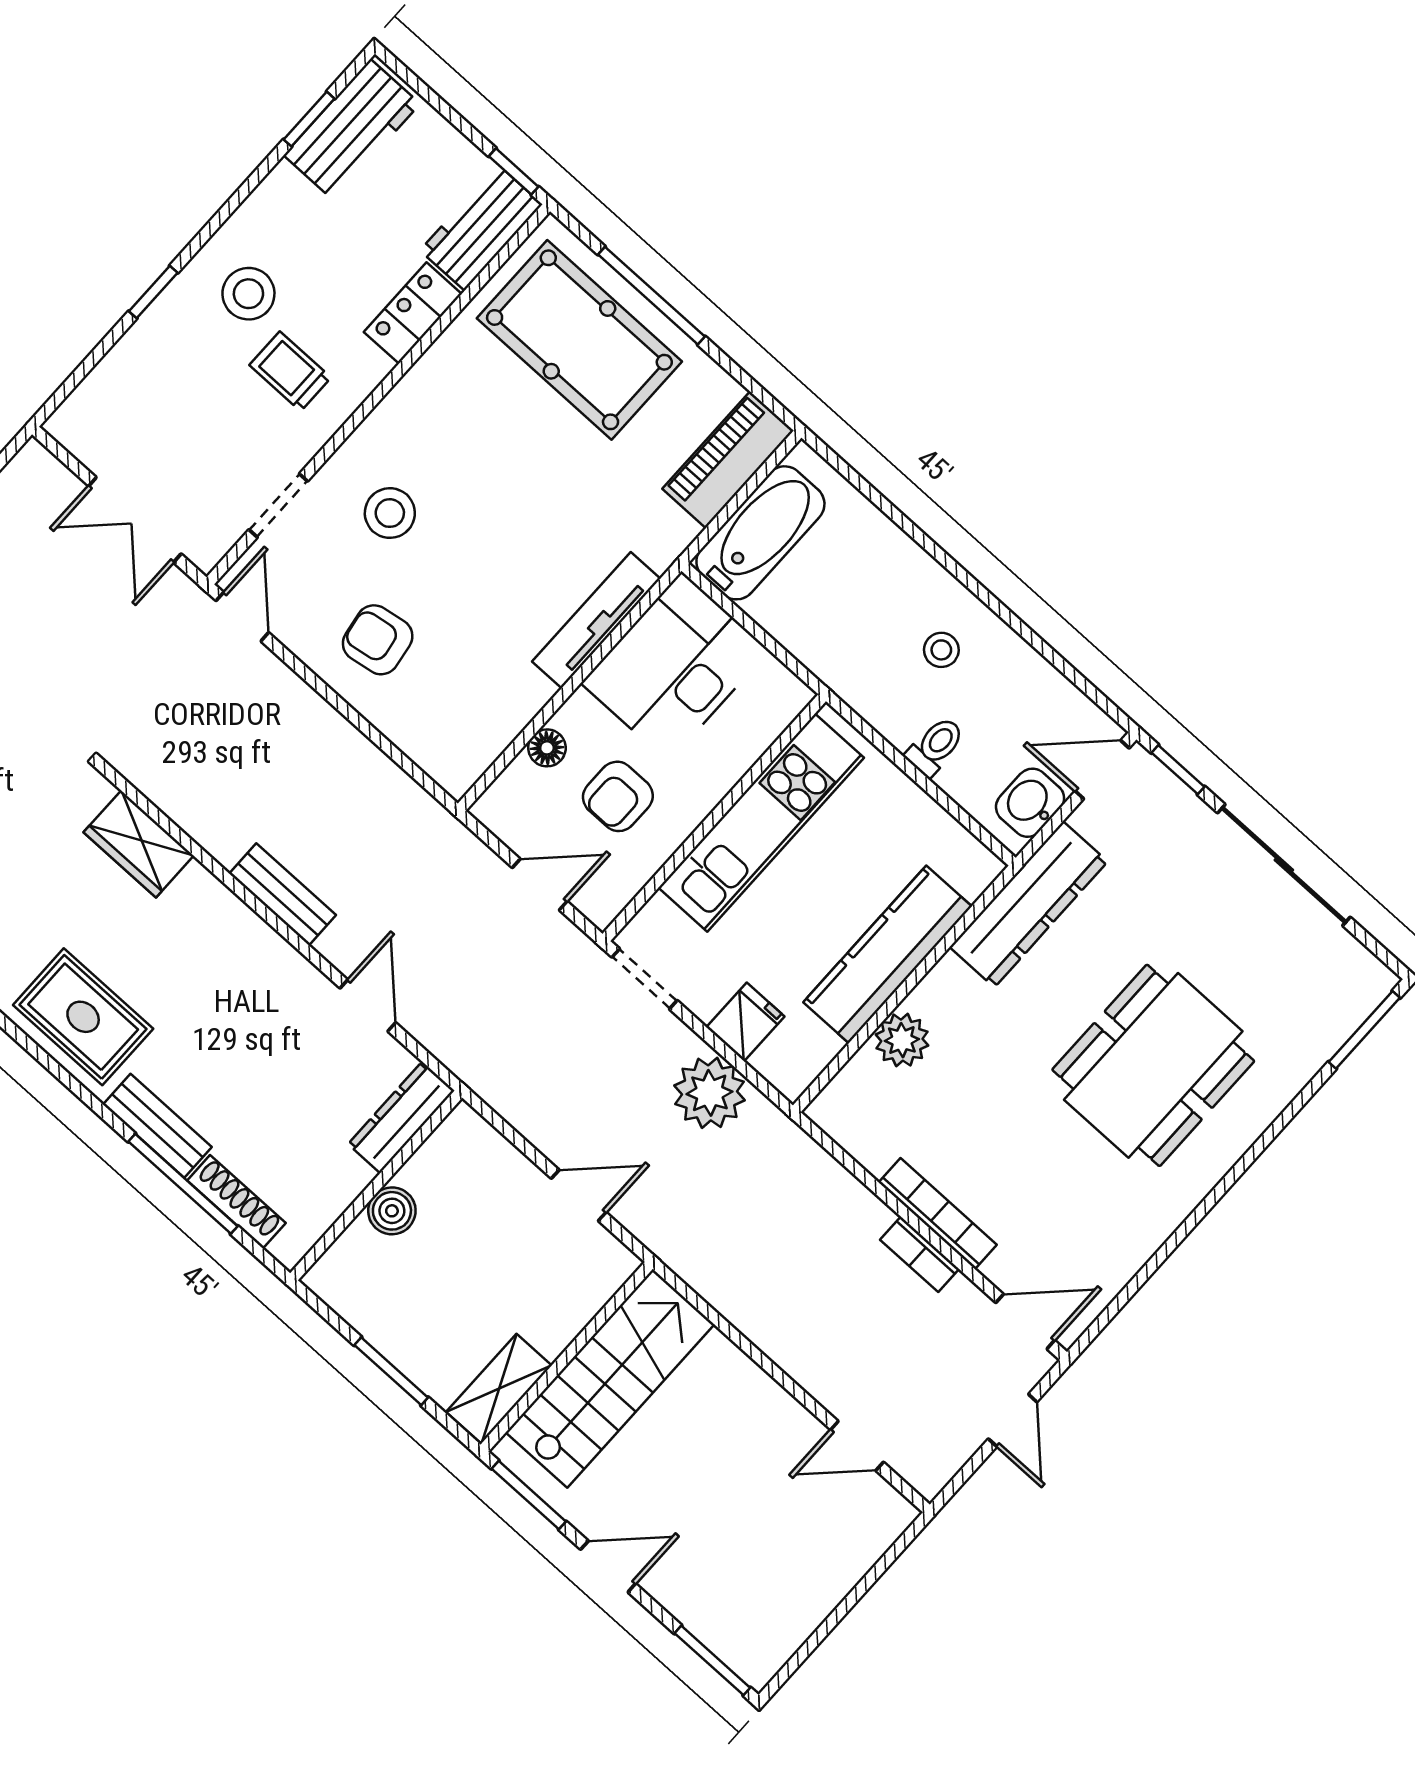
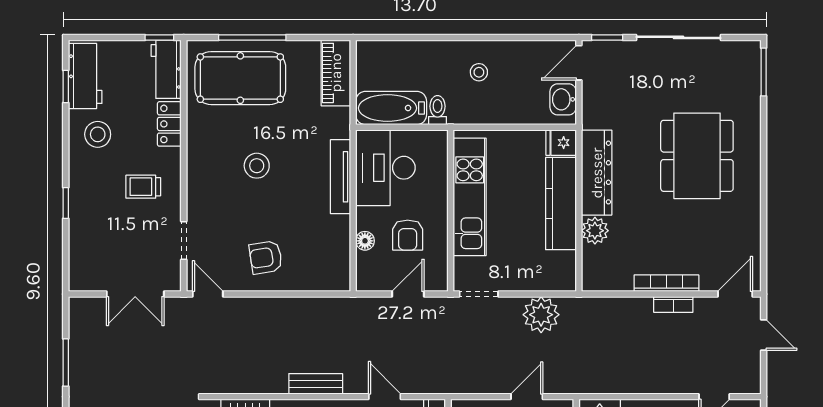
stool: (248, 294) -> (98, 134), moved
stool: (390, 513) -> (257, 166), moved
bathtub: (760, 533) -> (391, 108), moved, turned -90
toilet: (935, 746) -> (438, 110), moved
dresser: (1029, 904) -> (597, 173), moved
fridge: (745, 1022) -> (561, 143), moved, turned -90

